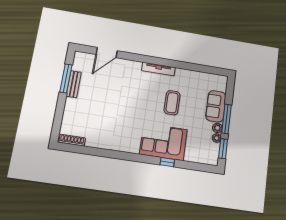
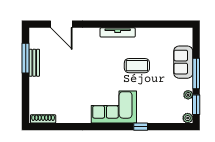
door: (107, 53) -> (61, 24), hinge flipped
coffee table: (172, 103) -> (137, 66), turned 90
plant: (217, 128) -> (188, 118), moved
corner sofa: (163, 142) -> (114, 107), moved

